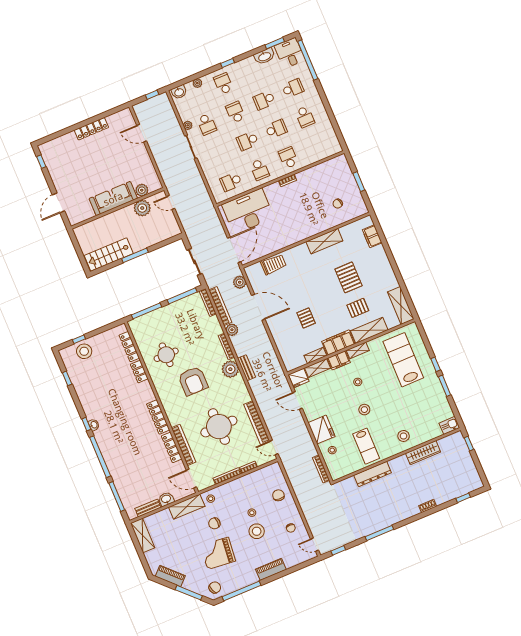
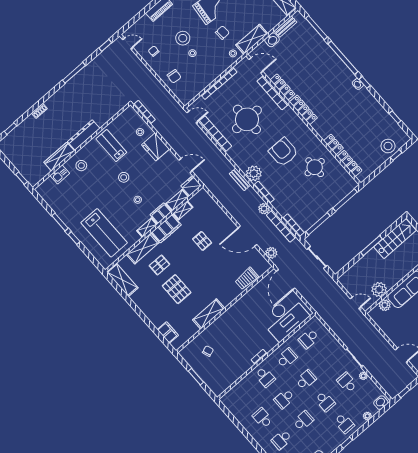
school desk: (260, 170) -> (287, 358), turned 90
school desk: (231, 182) -> (309, 339), turned 180
kitchen sink: (449, 425) -> (60, 174), moved
dresser: (373, 474) -> (84, 135), moved

